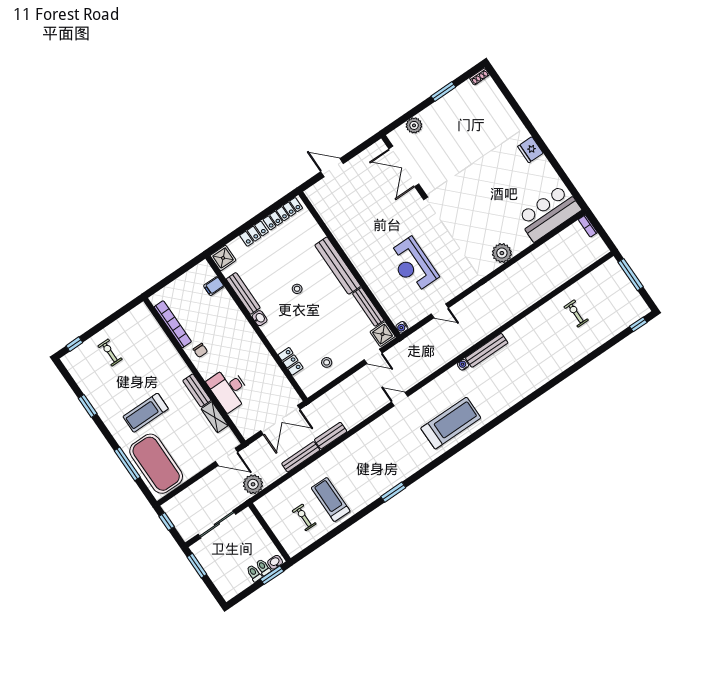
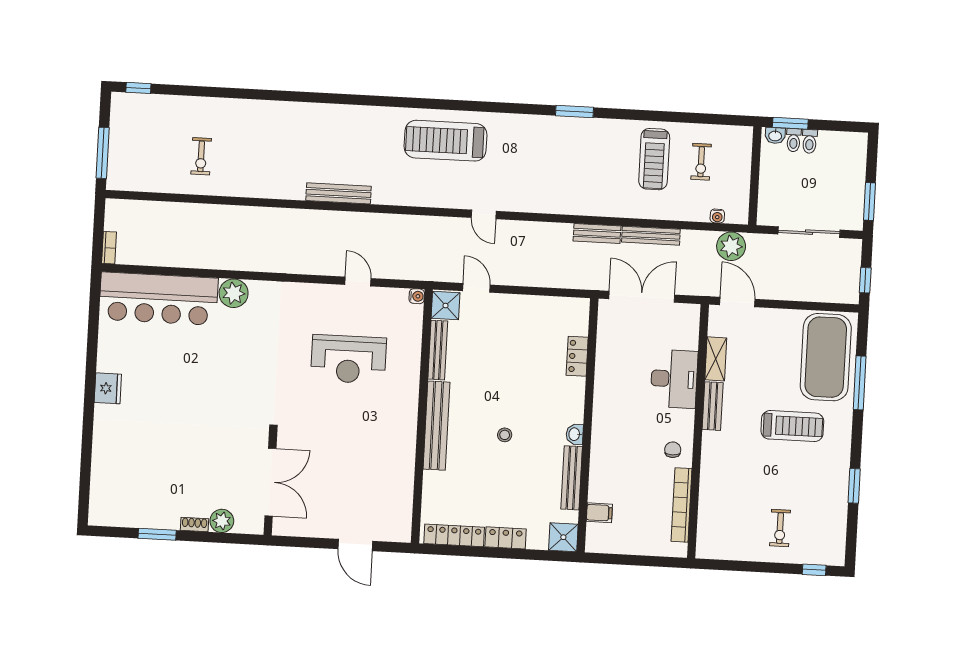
shoe rack: (479, 76) -> (195, 525), moved
bar counter: (549, 213) -> (159, 299), width x1.36
reception desk: (413, 265) -> (348, 359), turned 90
stool: (327, 362) -> (536, 323), removed
water cooler: (463, 365) -> (717, 216), moved

